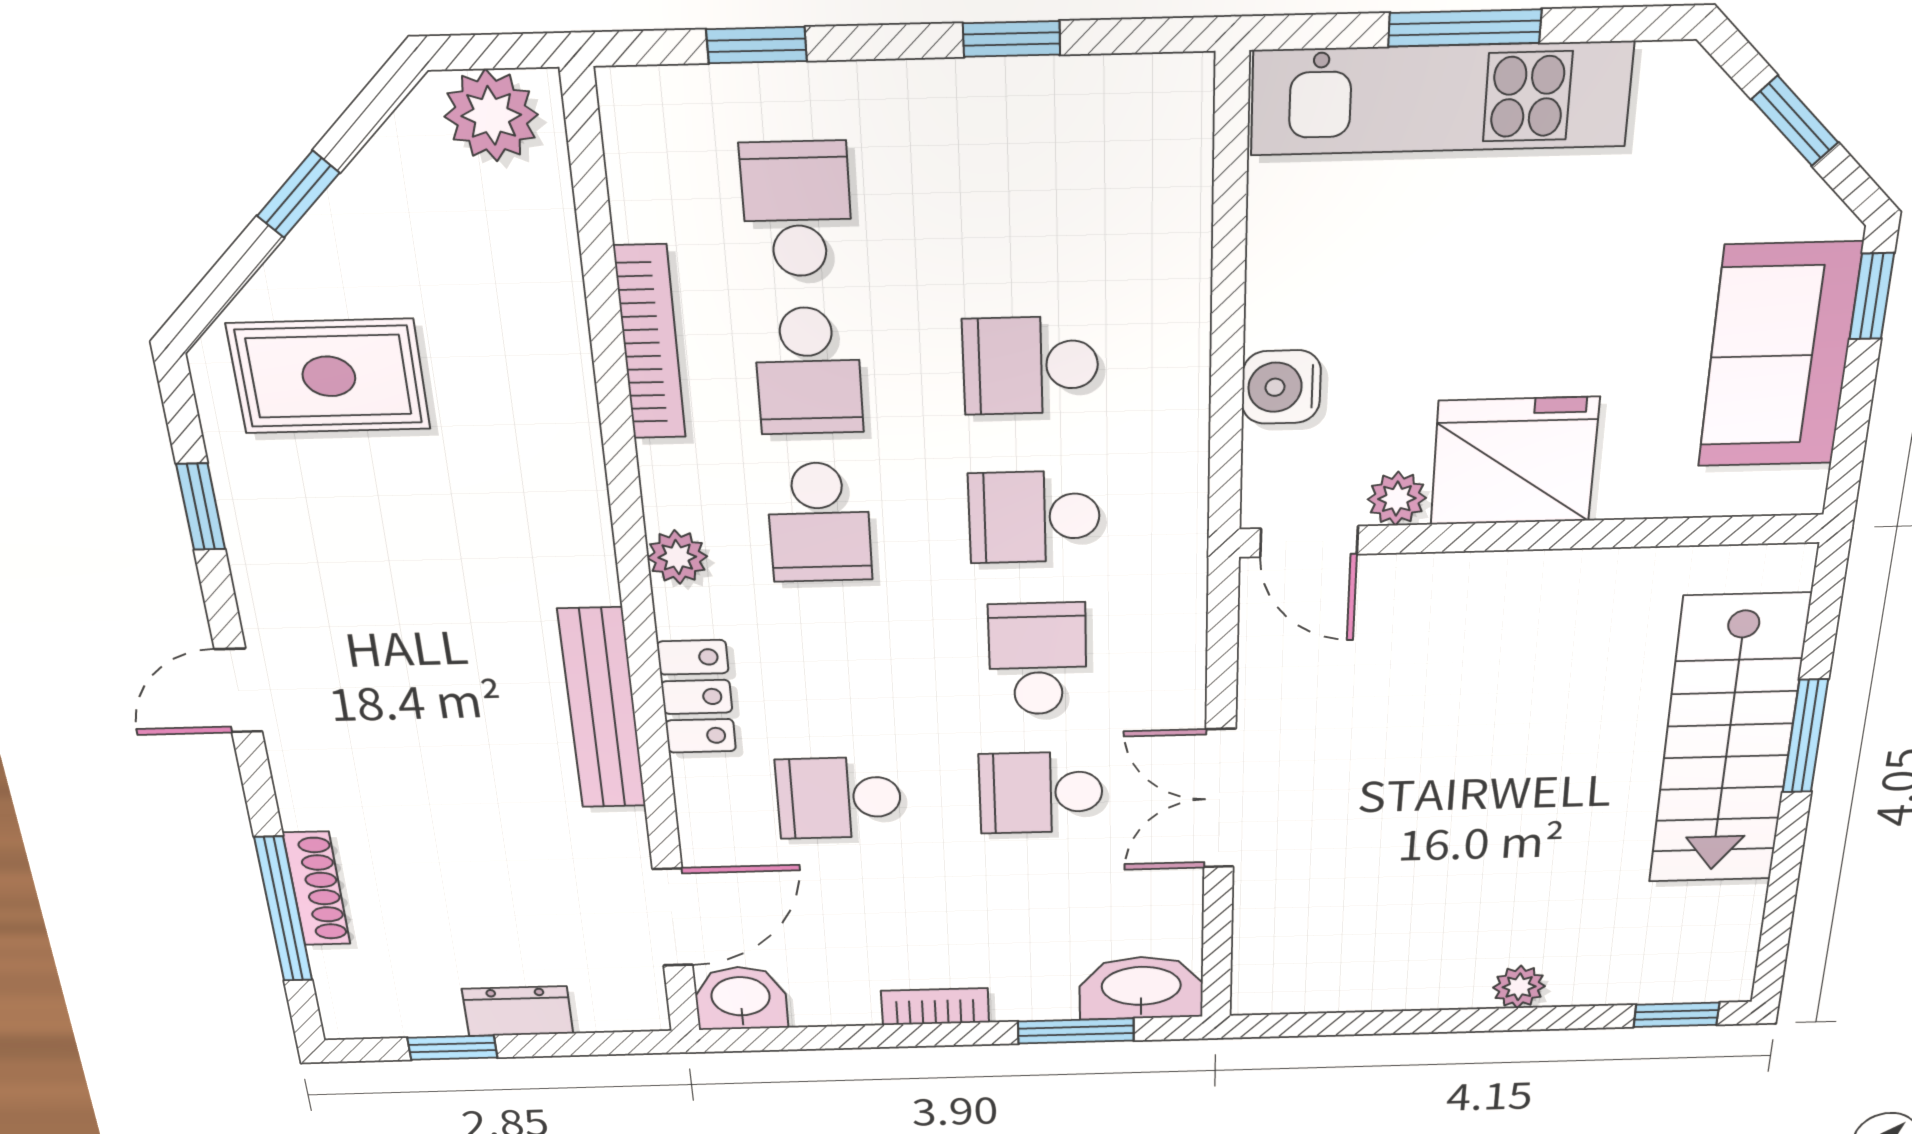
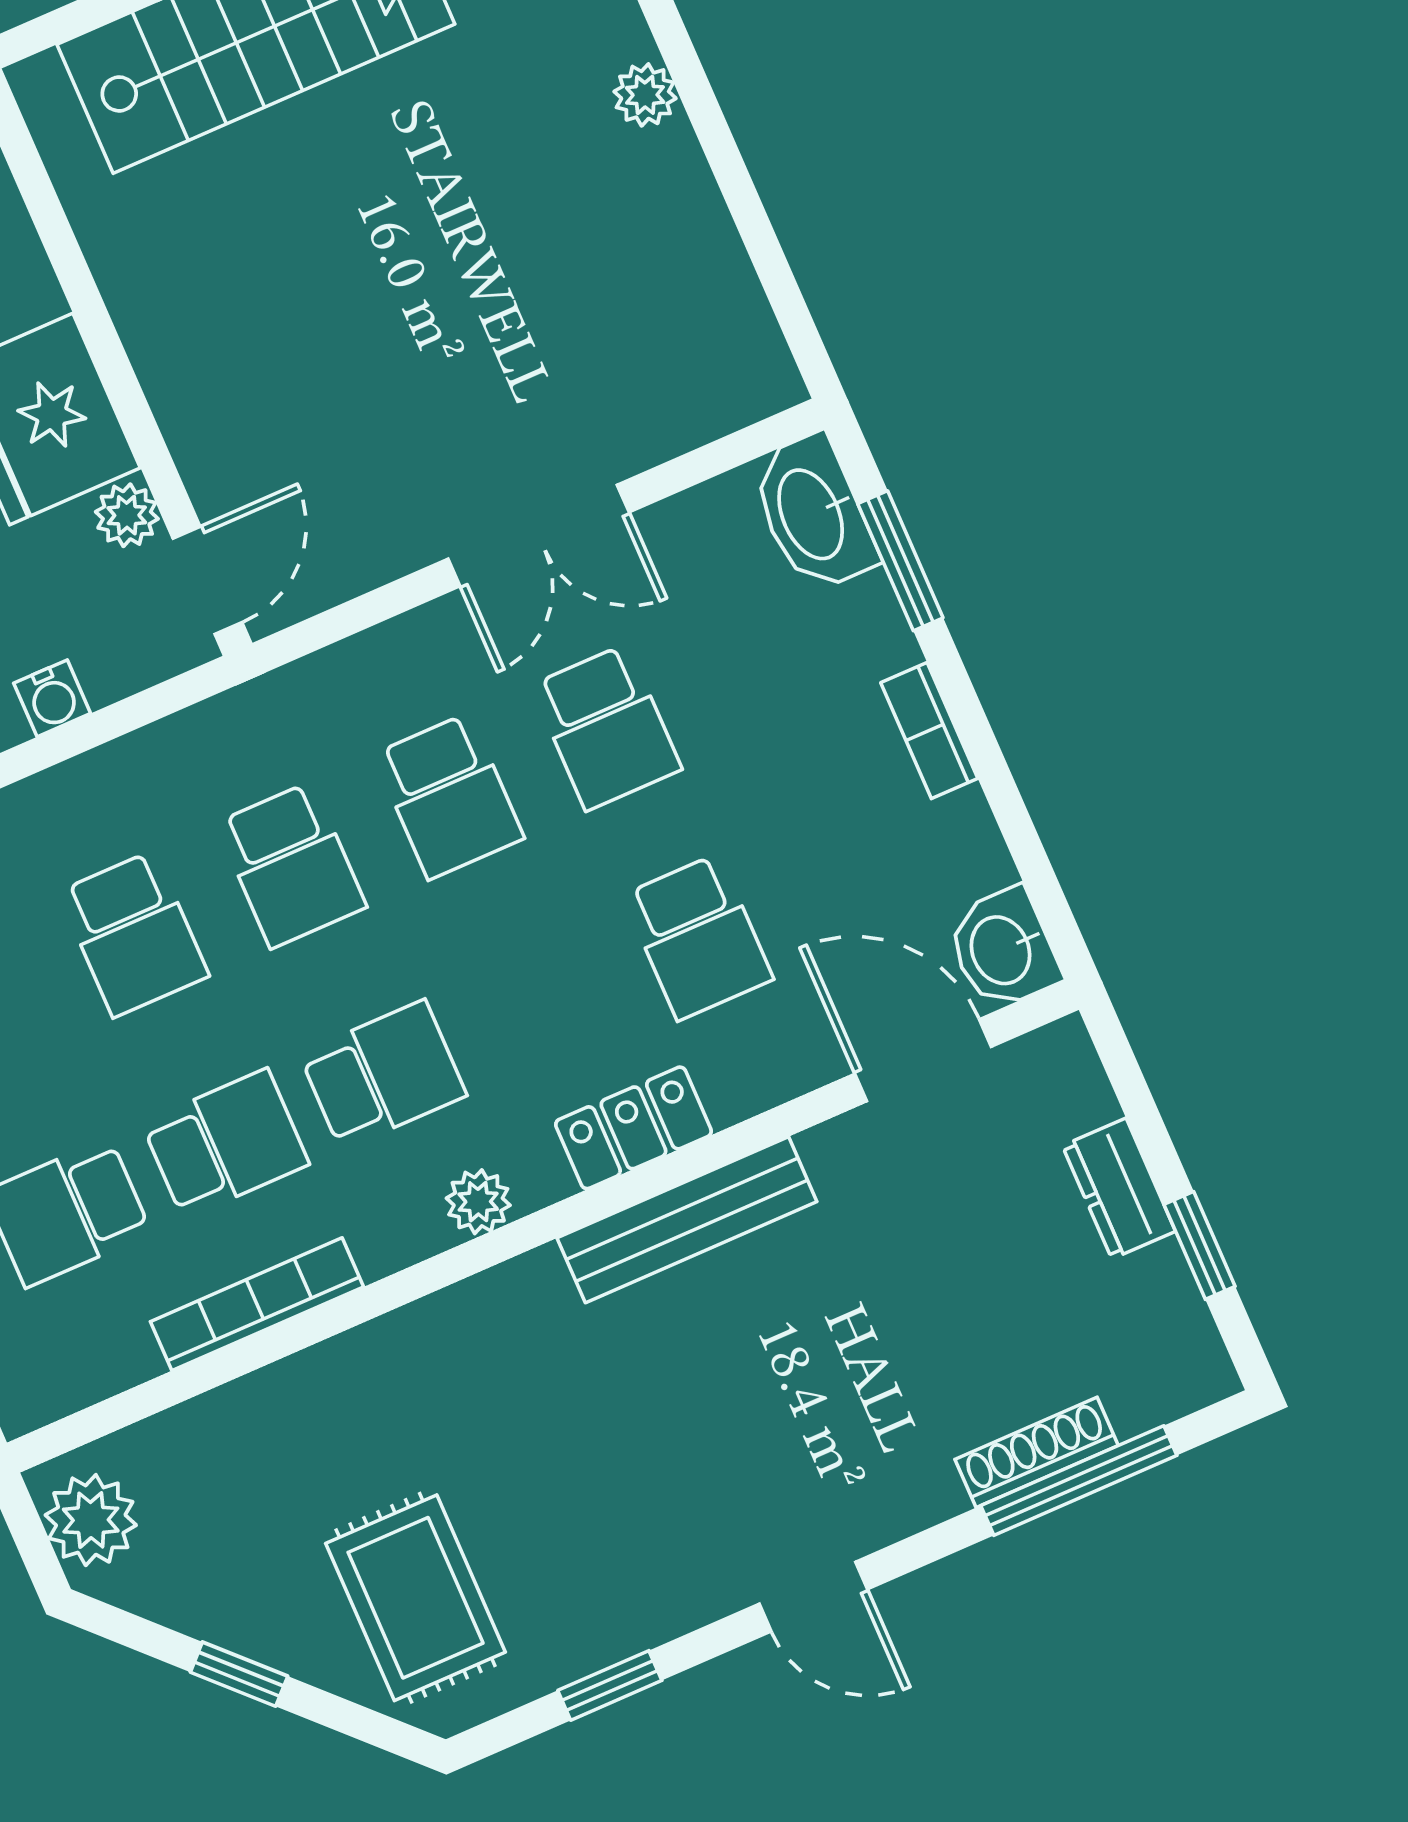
water cooler: (1281, 387) -> (52, 698), width x0.72, depth x0.72
school desk: (1038, 659) -> (449, 796), turned -90

